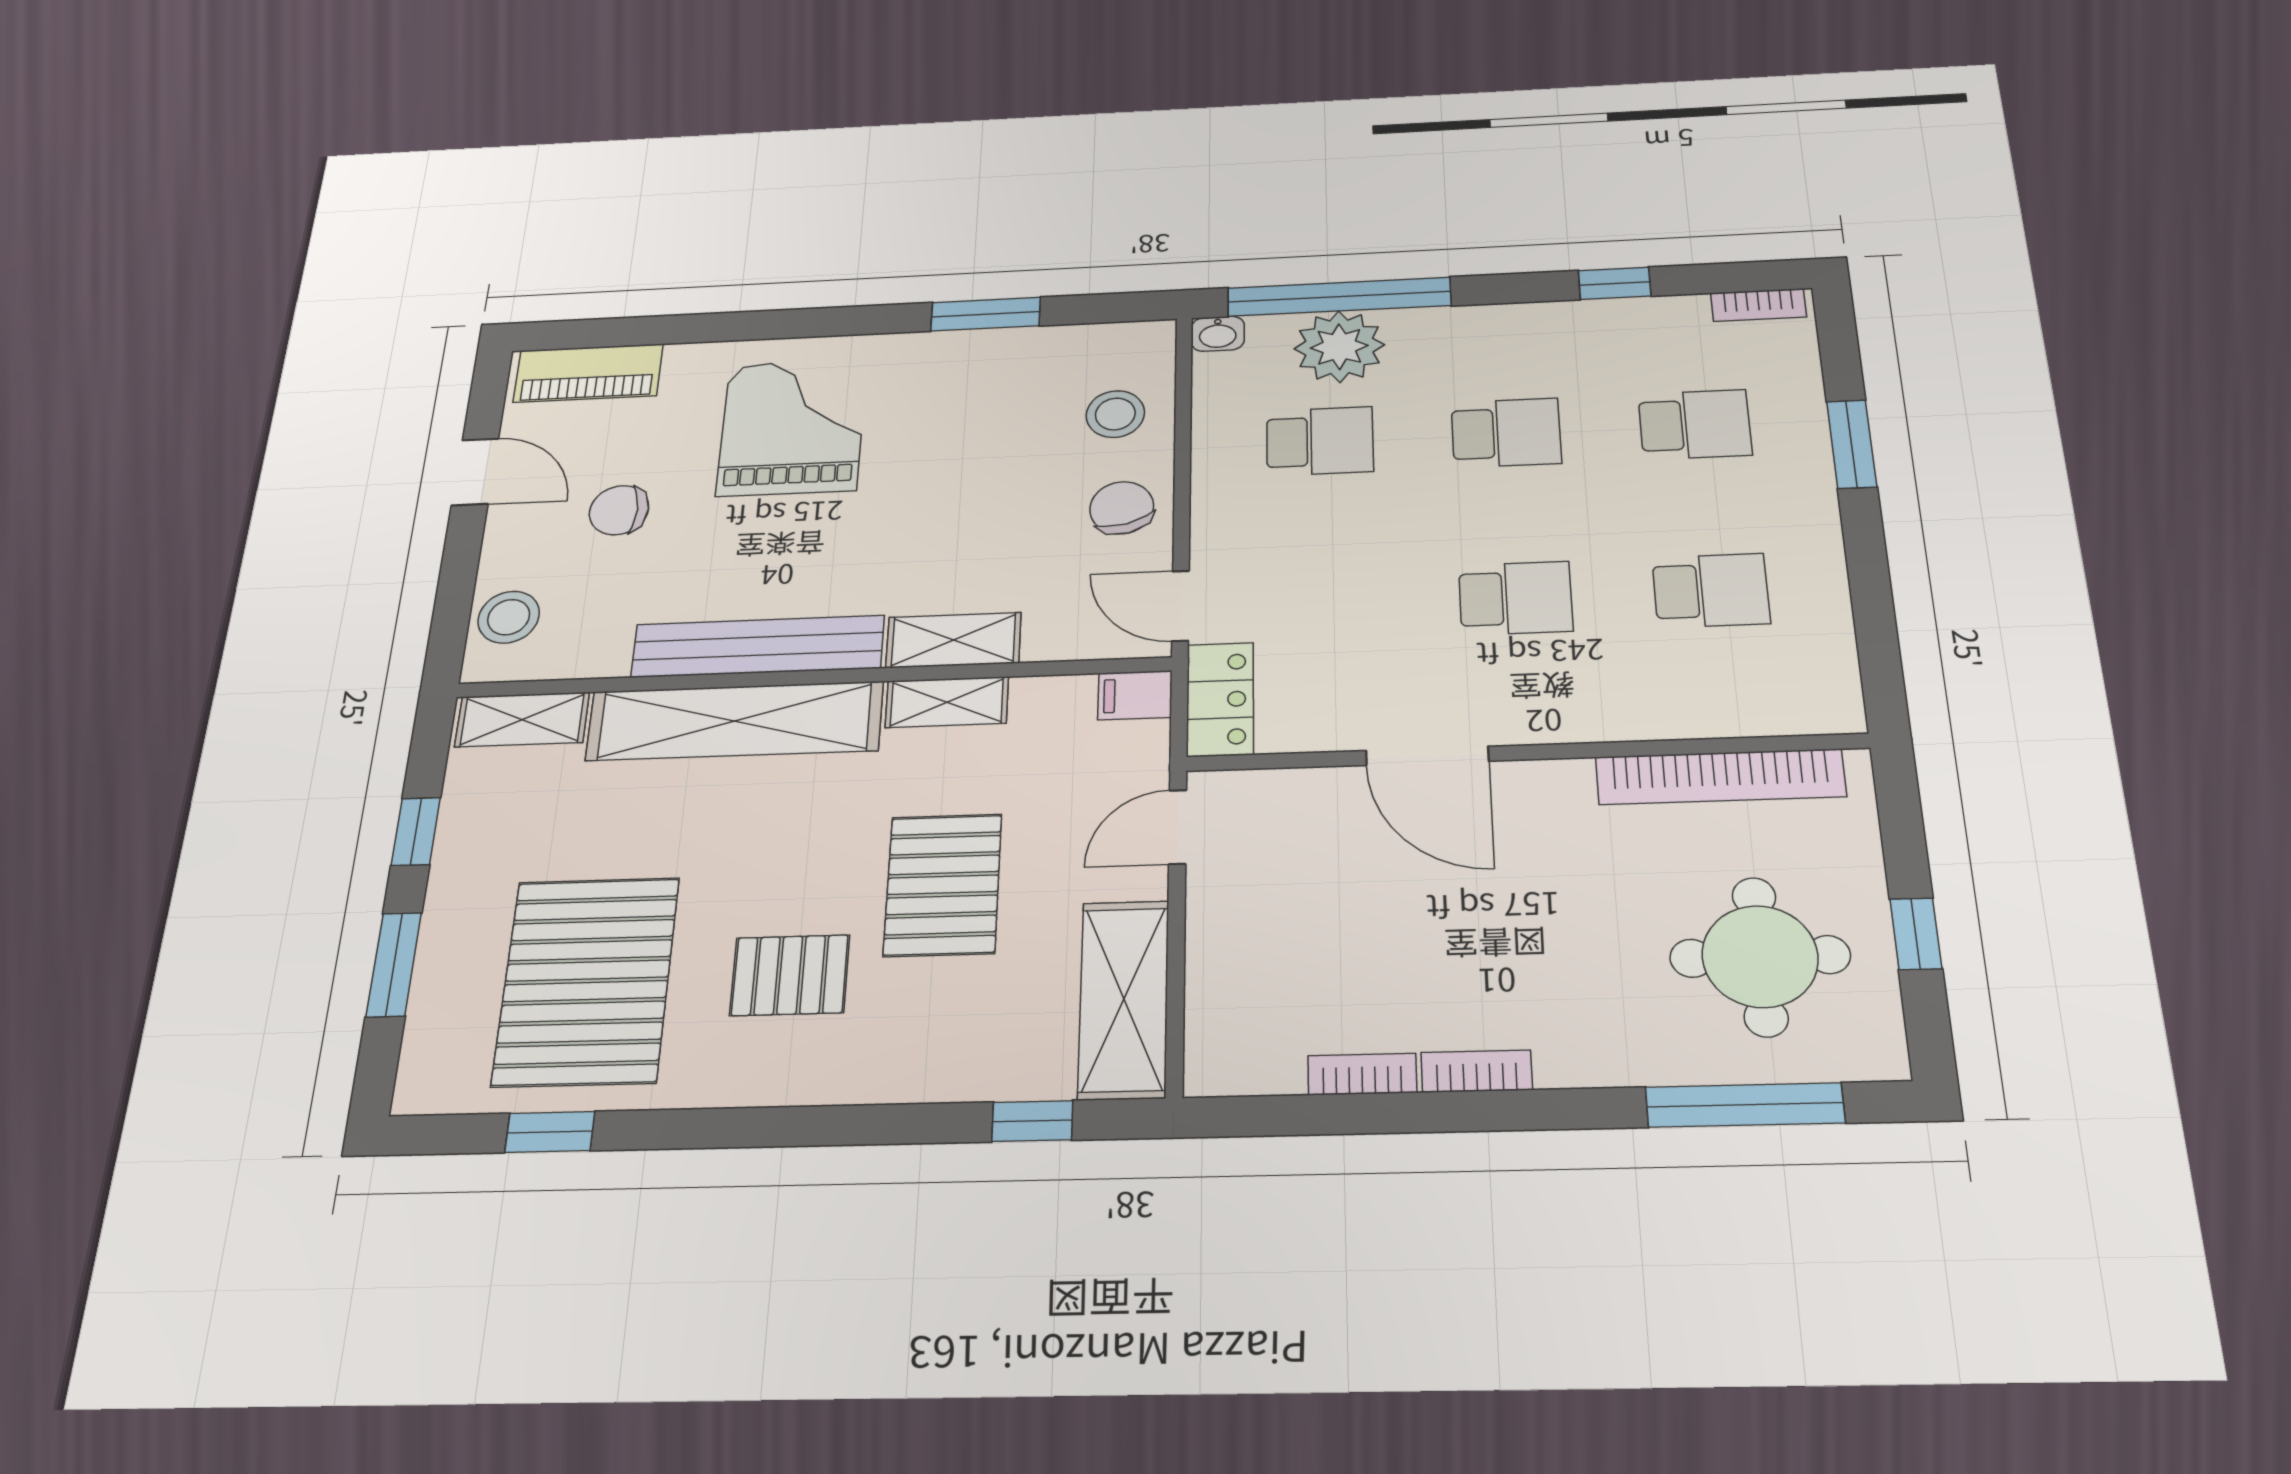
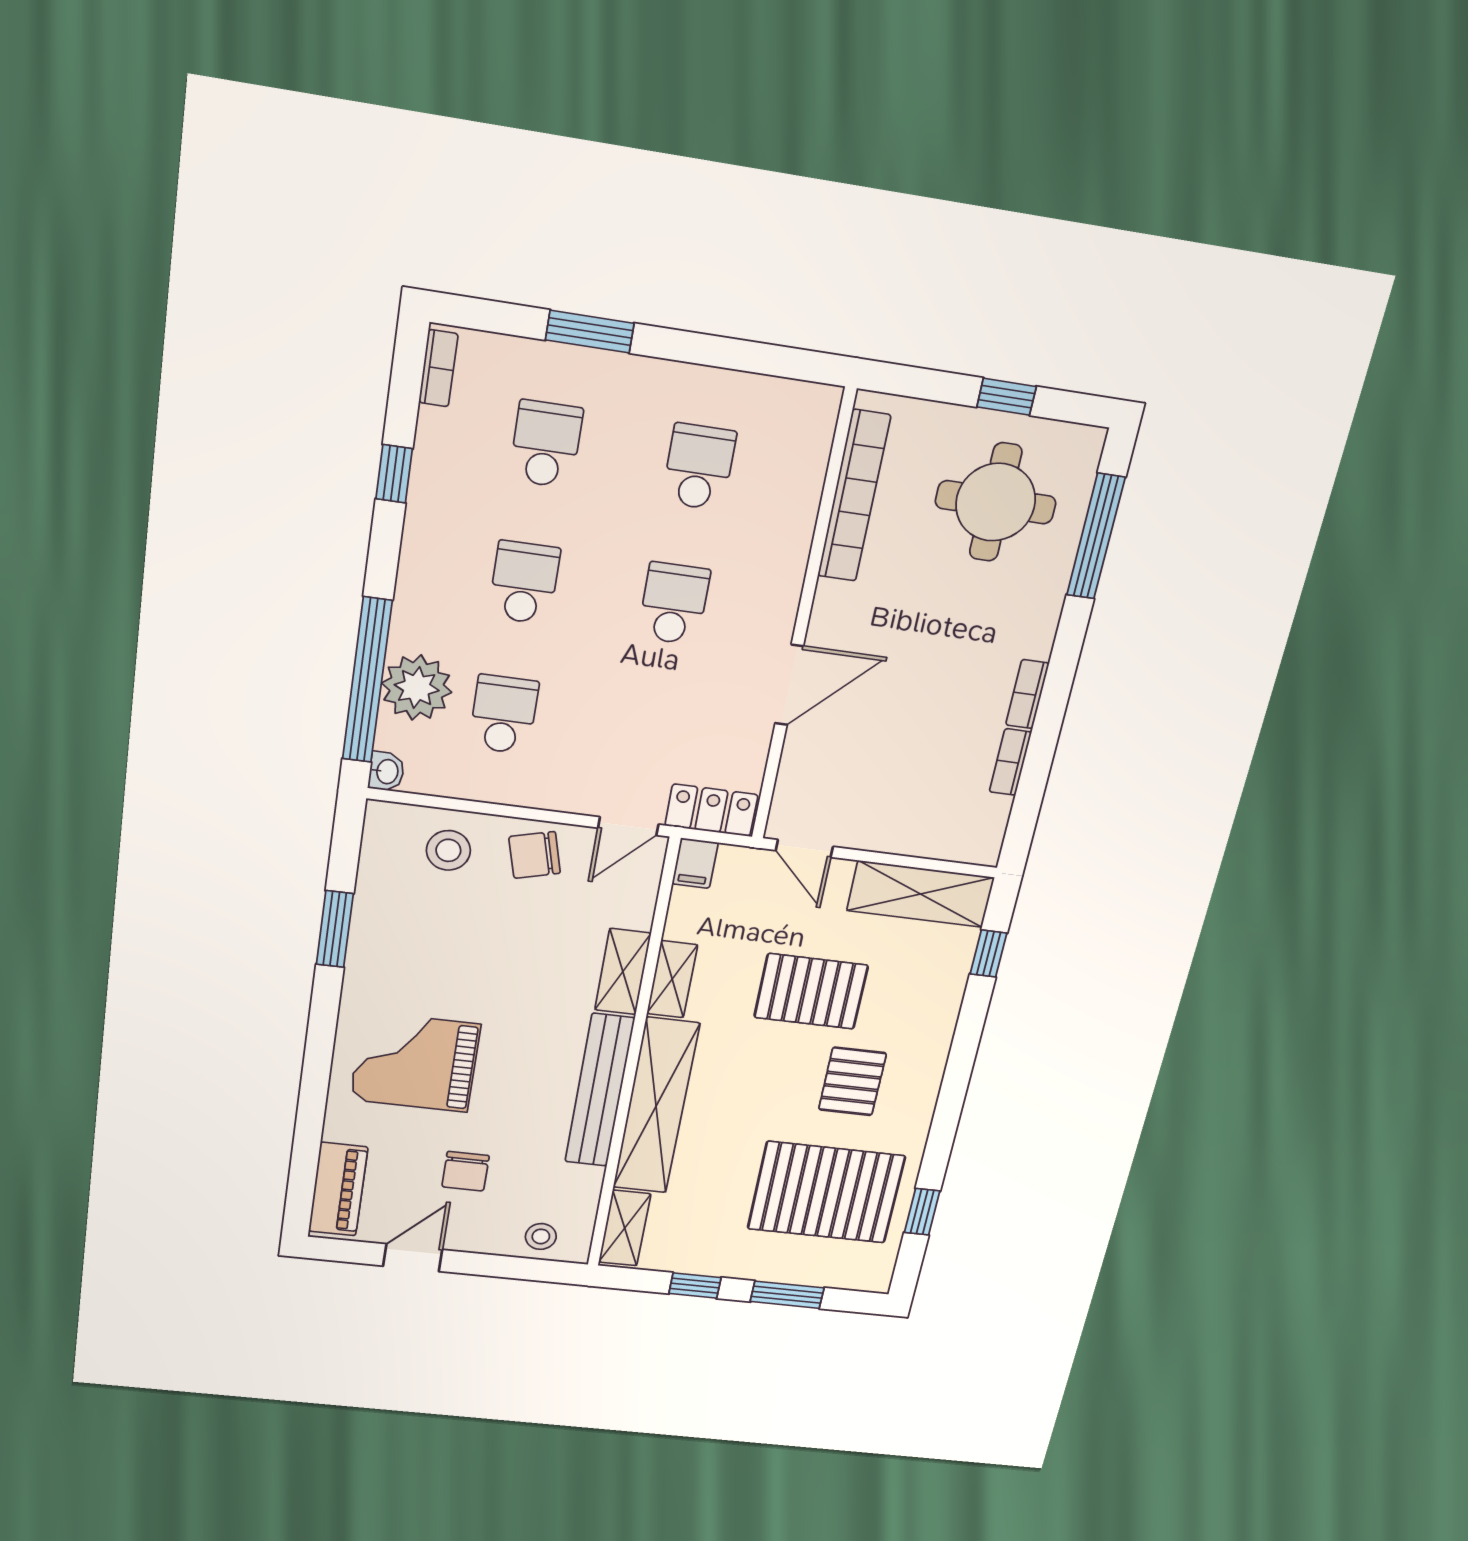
stool: (509, 617) -> (541, 1236), width x0.73, depth x0.73

